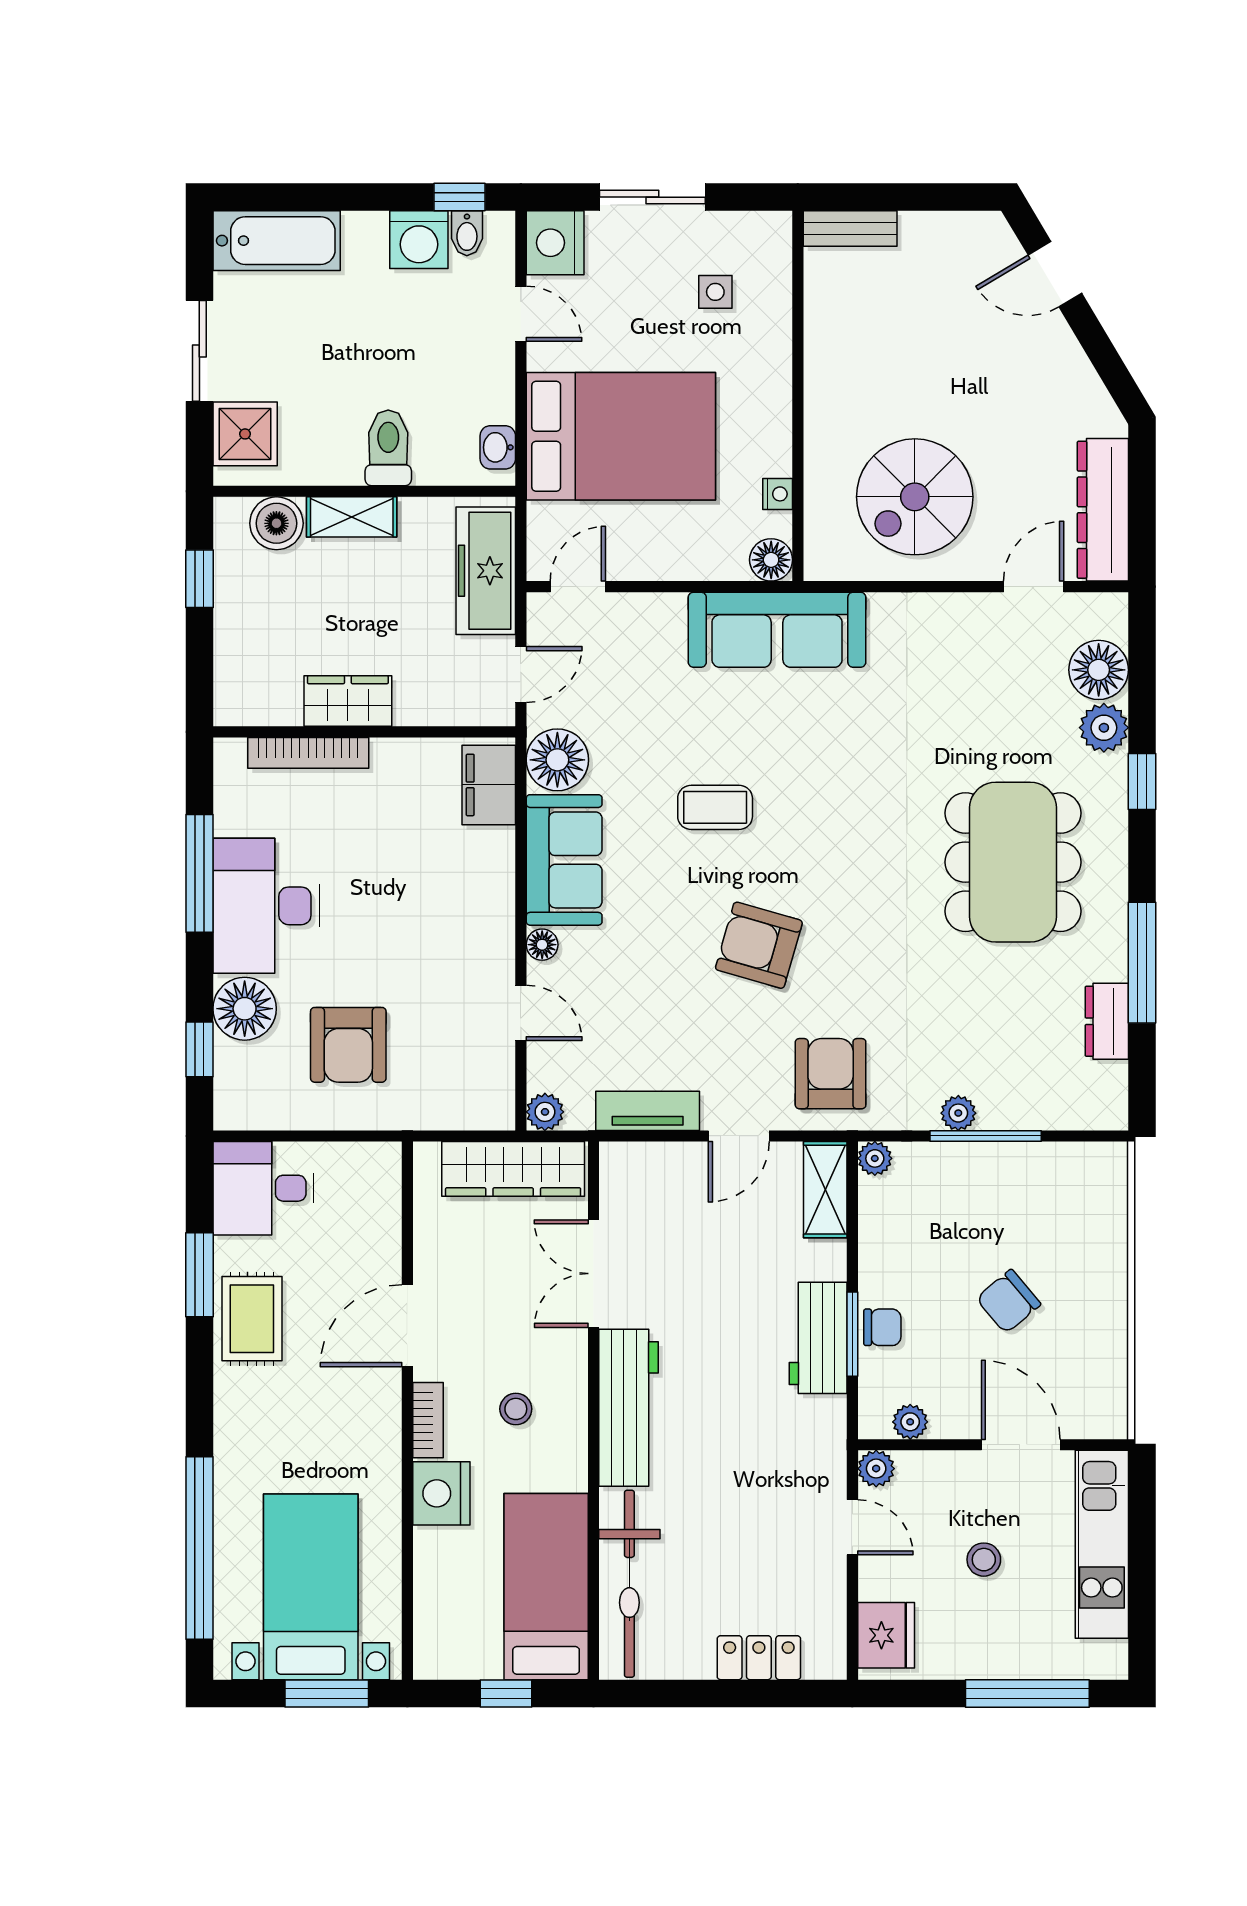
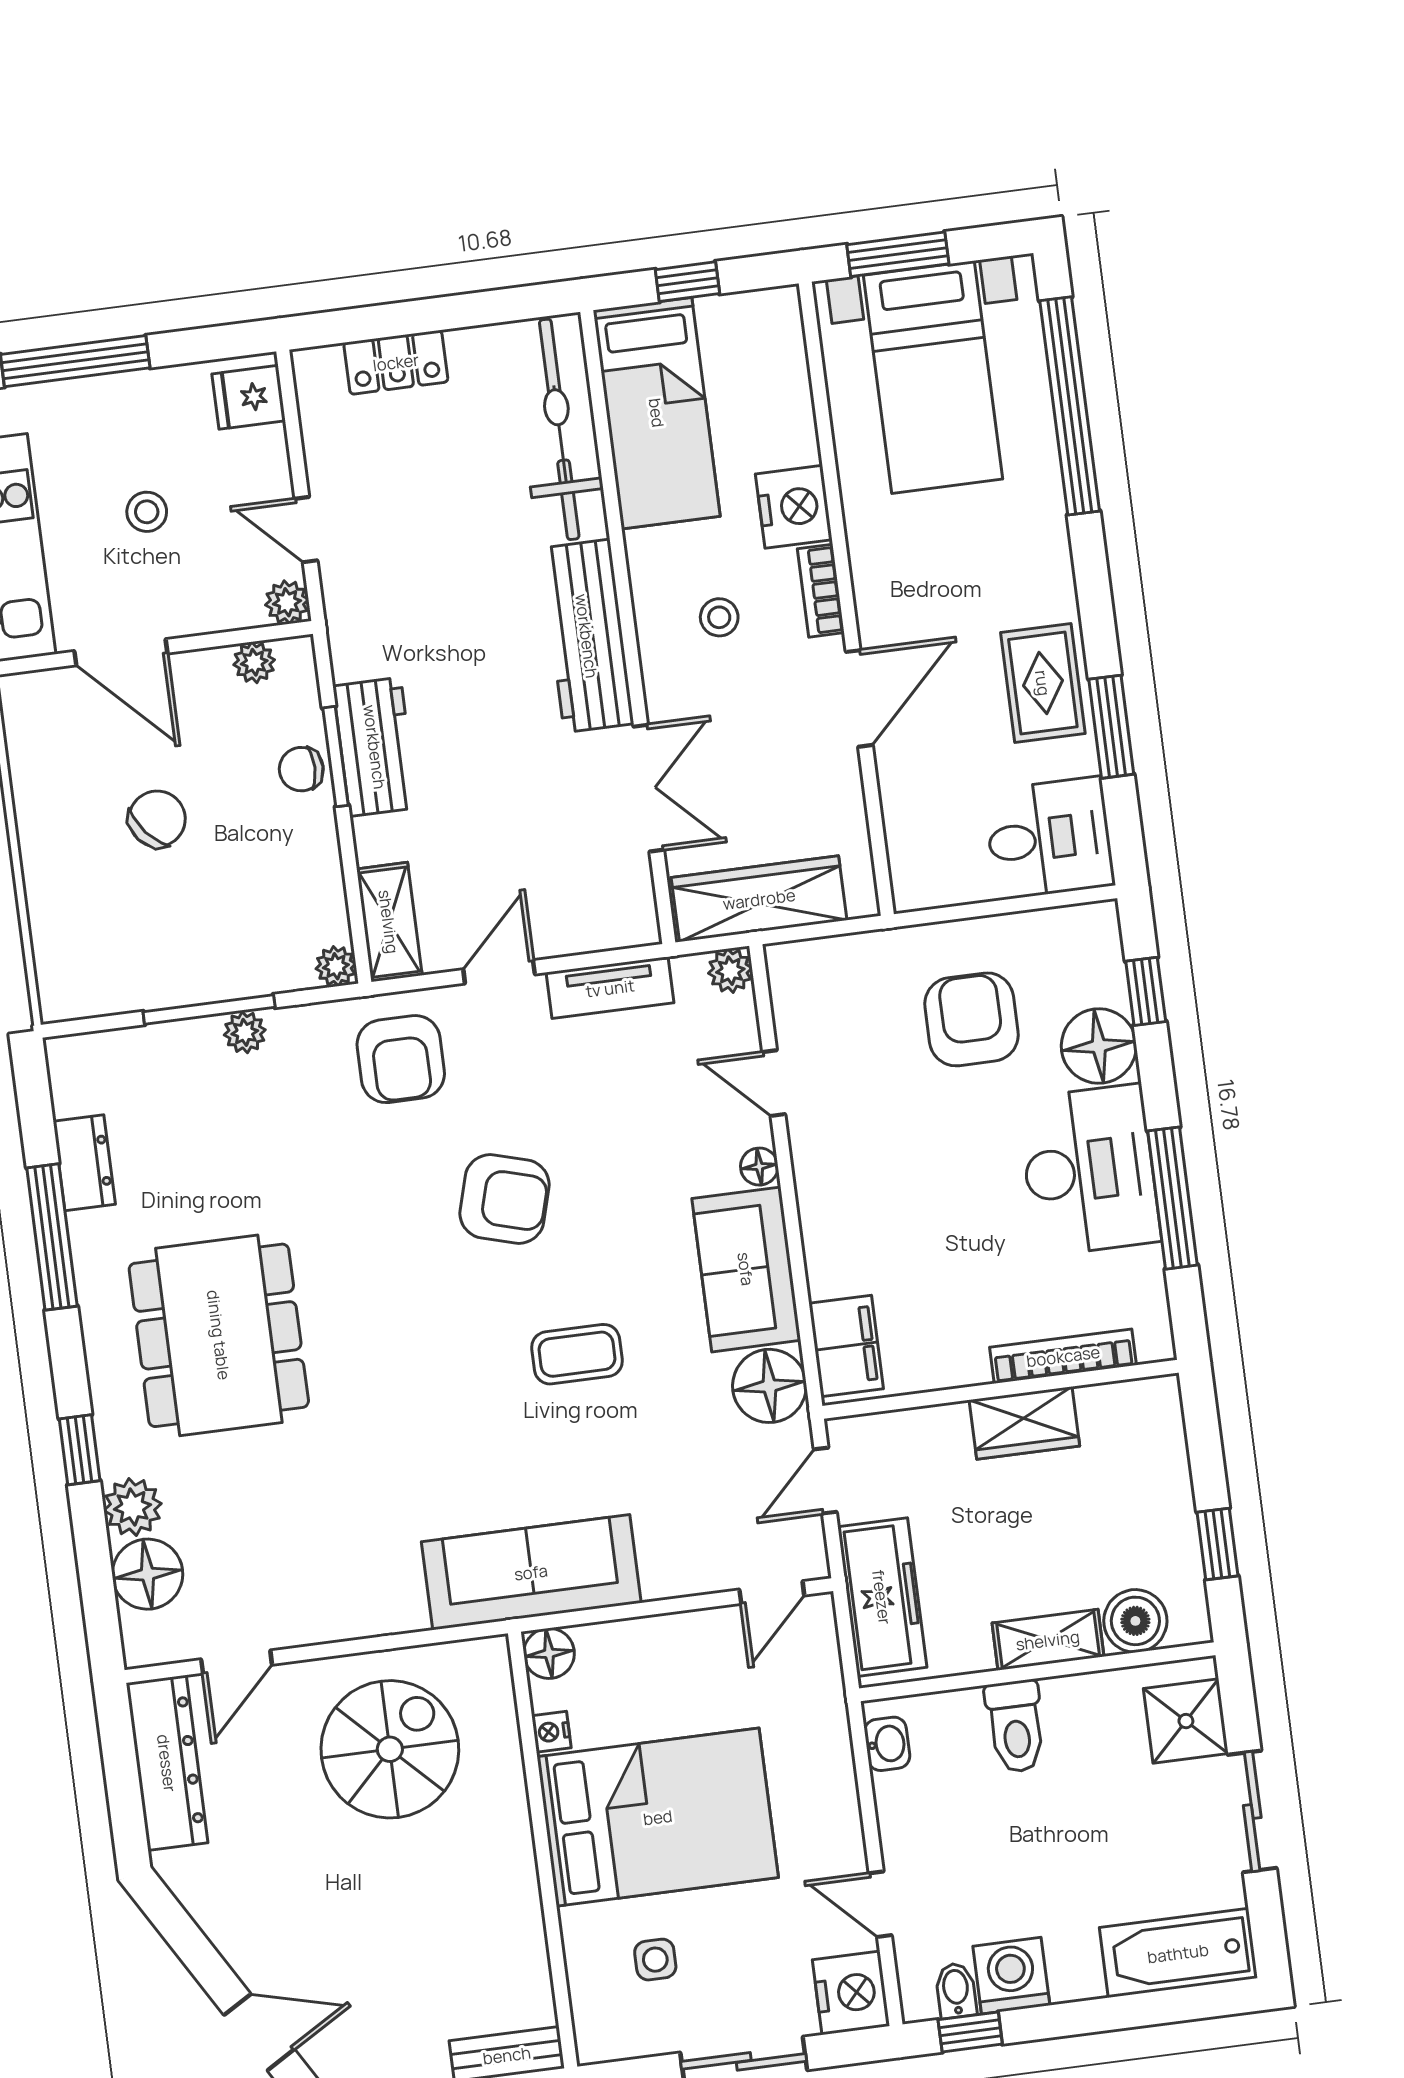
bed: (621, 436) -> (658, 1817), moved, turned 180
fridge: (886, 1635) -> (249, 397), width x0.72

